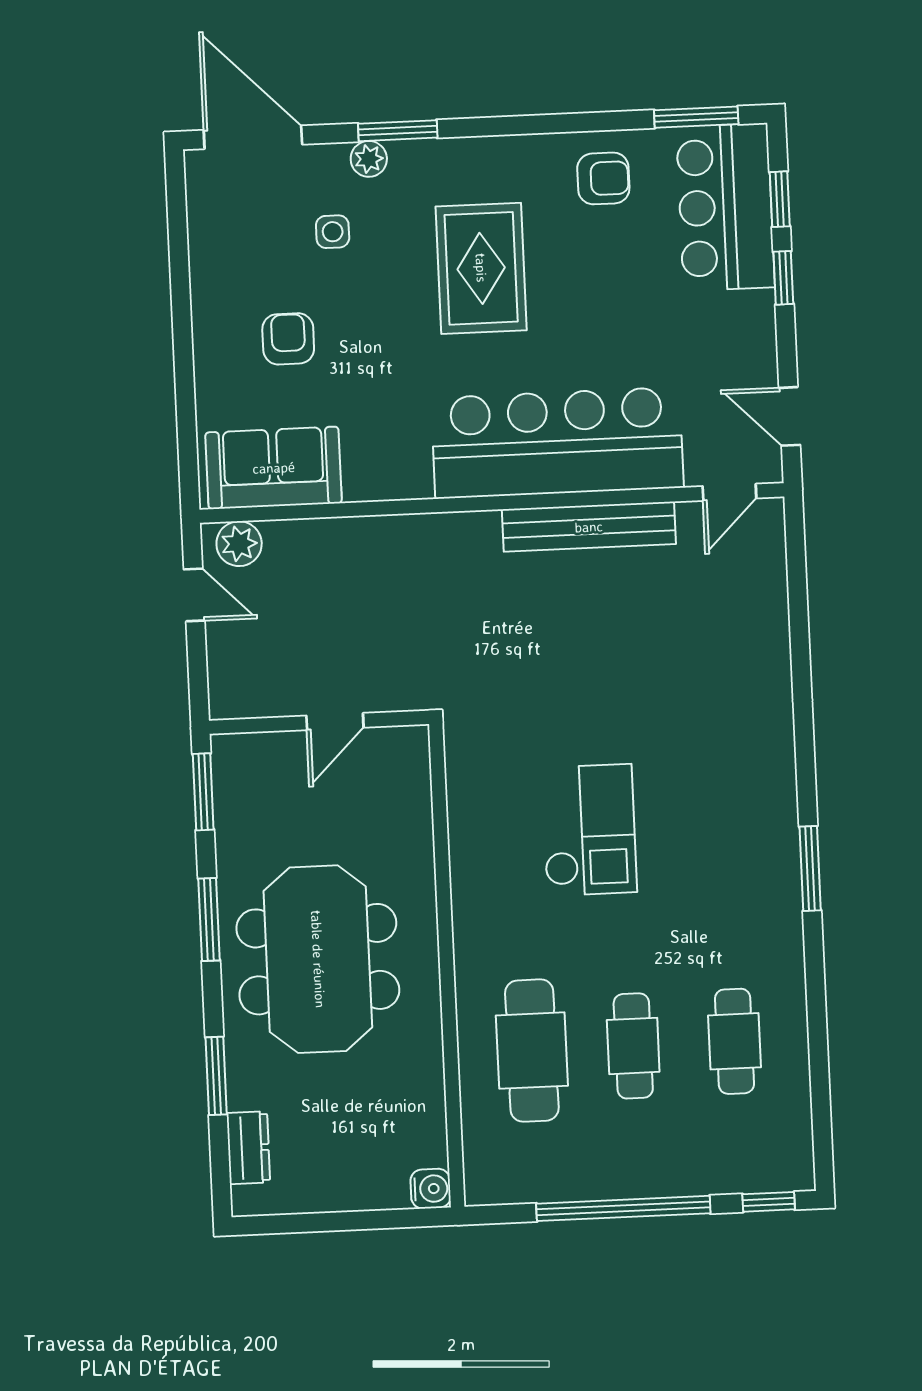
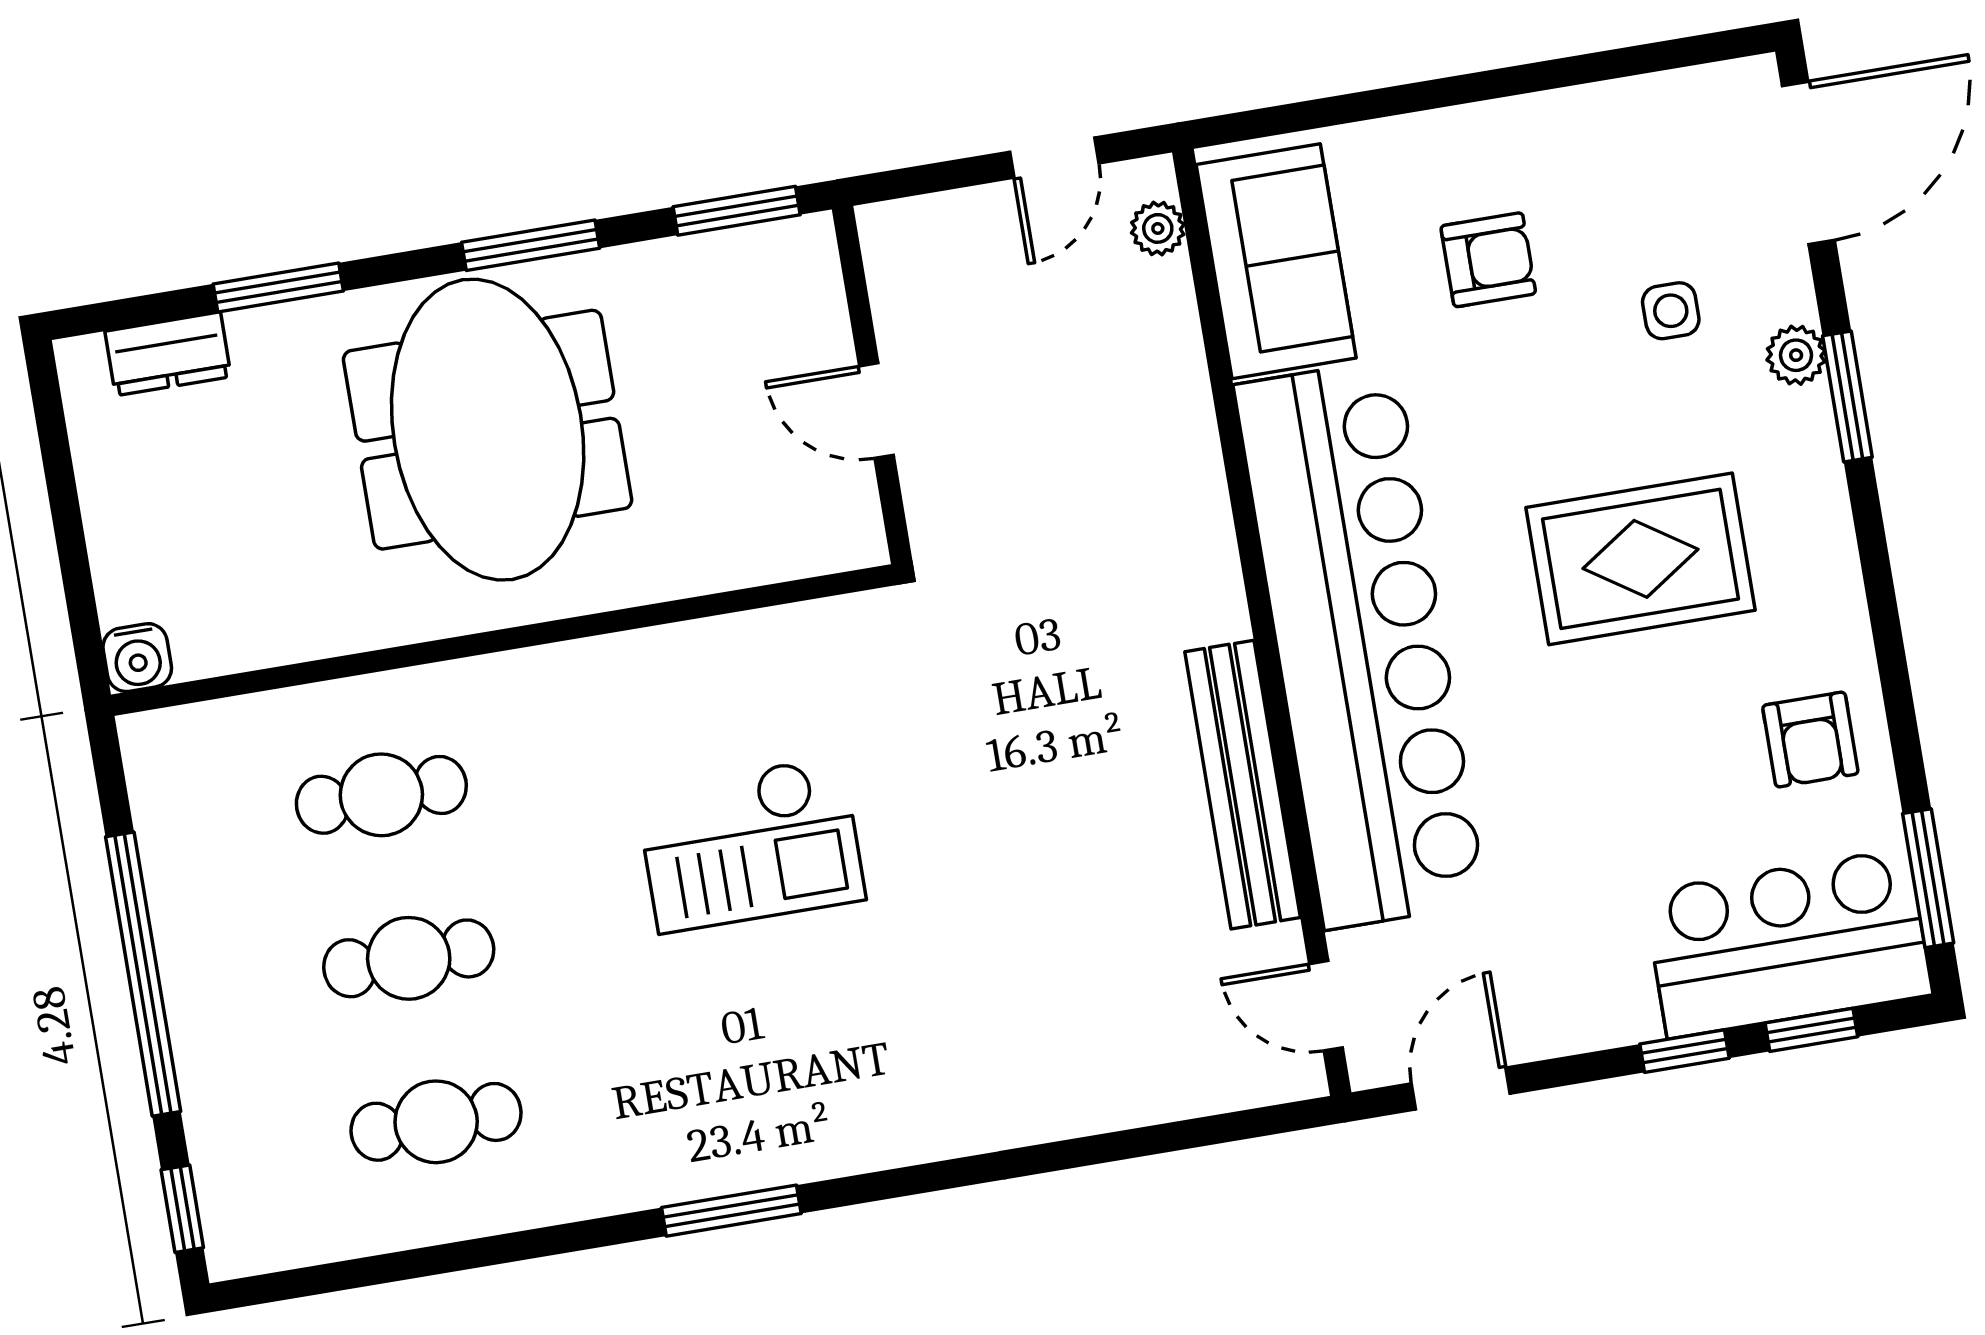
bar counter: (557, 443) -> (1360, 644), width x1.36
plant: (239, 544) -> (1158, 228), width x0.73, depth x0.73
meeting table: (318, 959) -> (488, 430), turned 90
cafe table: (532, 1051) -> (381, 795), width x0.73, depth x0.74

